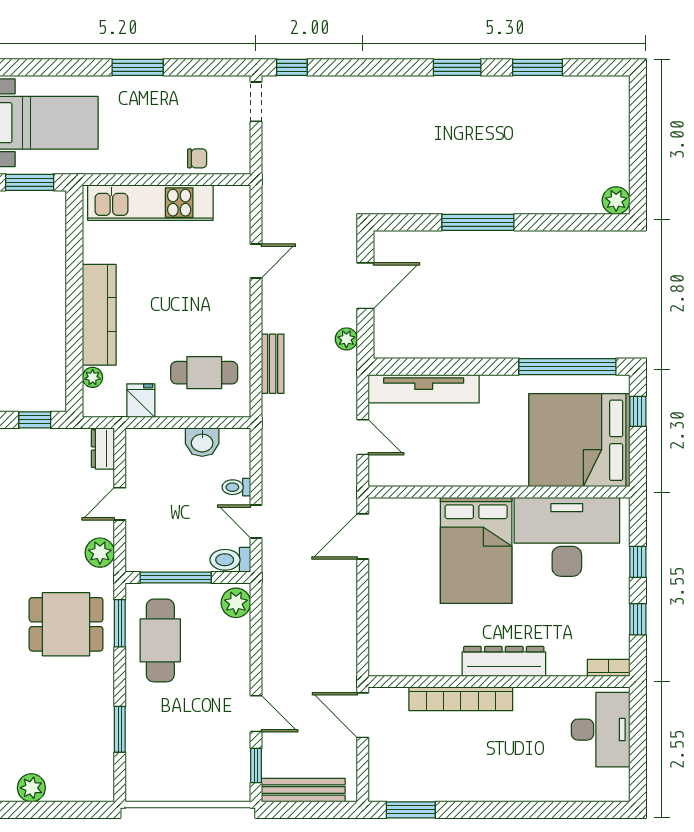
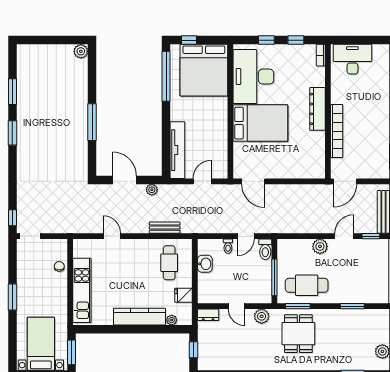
plant: (236, 603) -> (320, 246), moved

